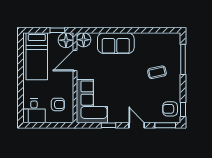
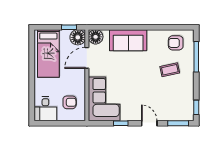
armchair: (170, 109) -> (176, 43), moved

